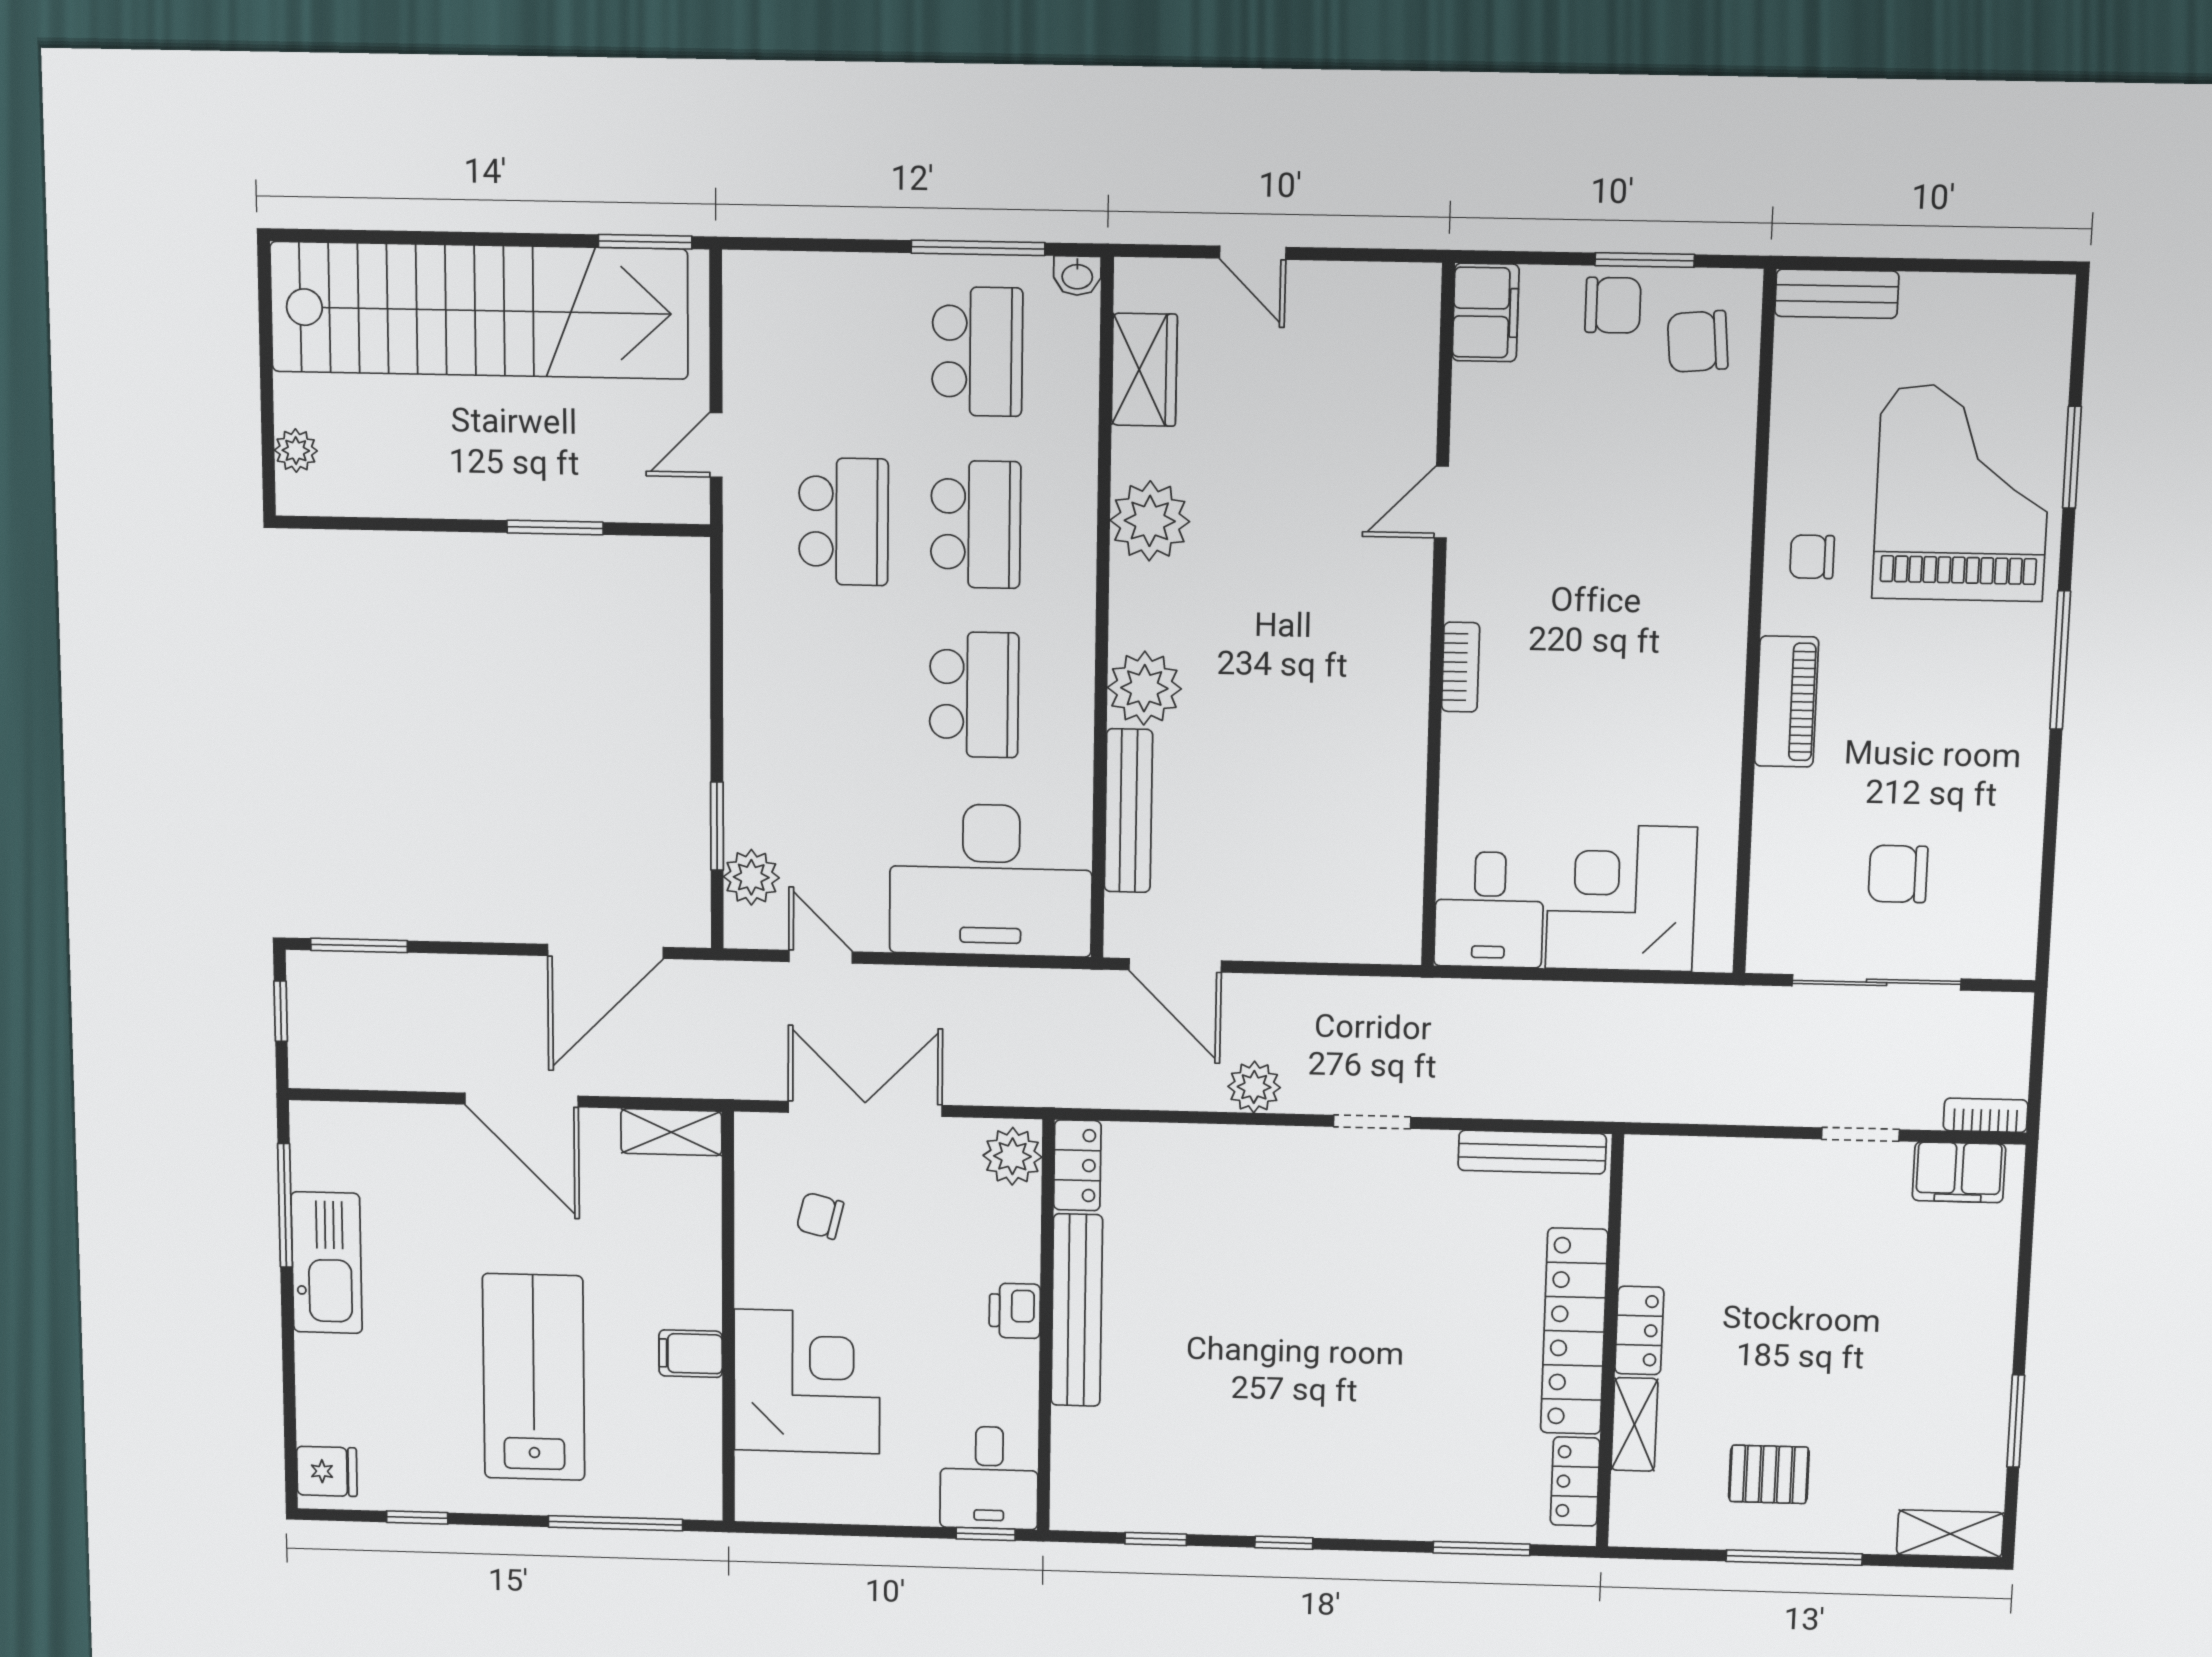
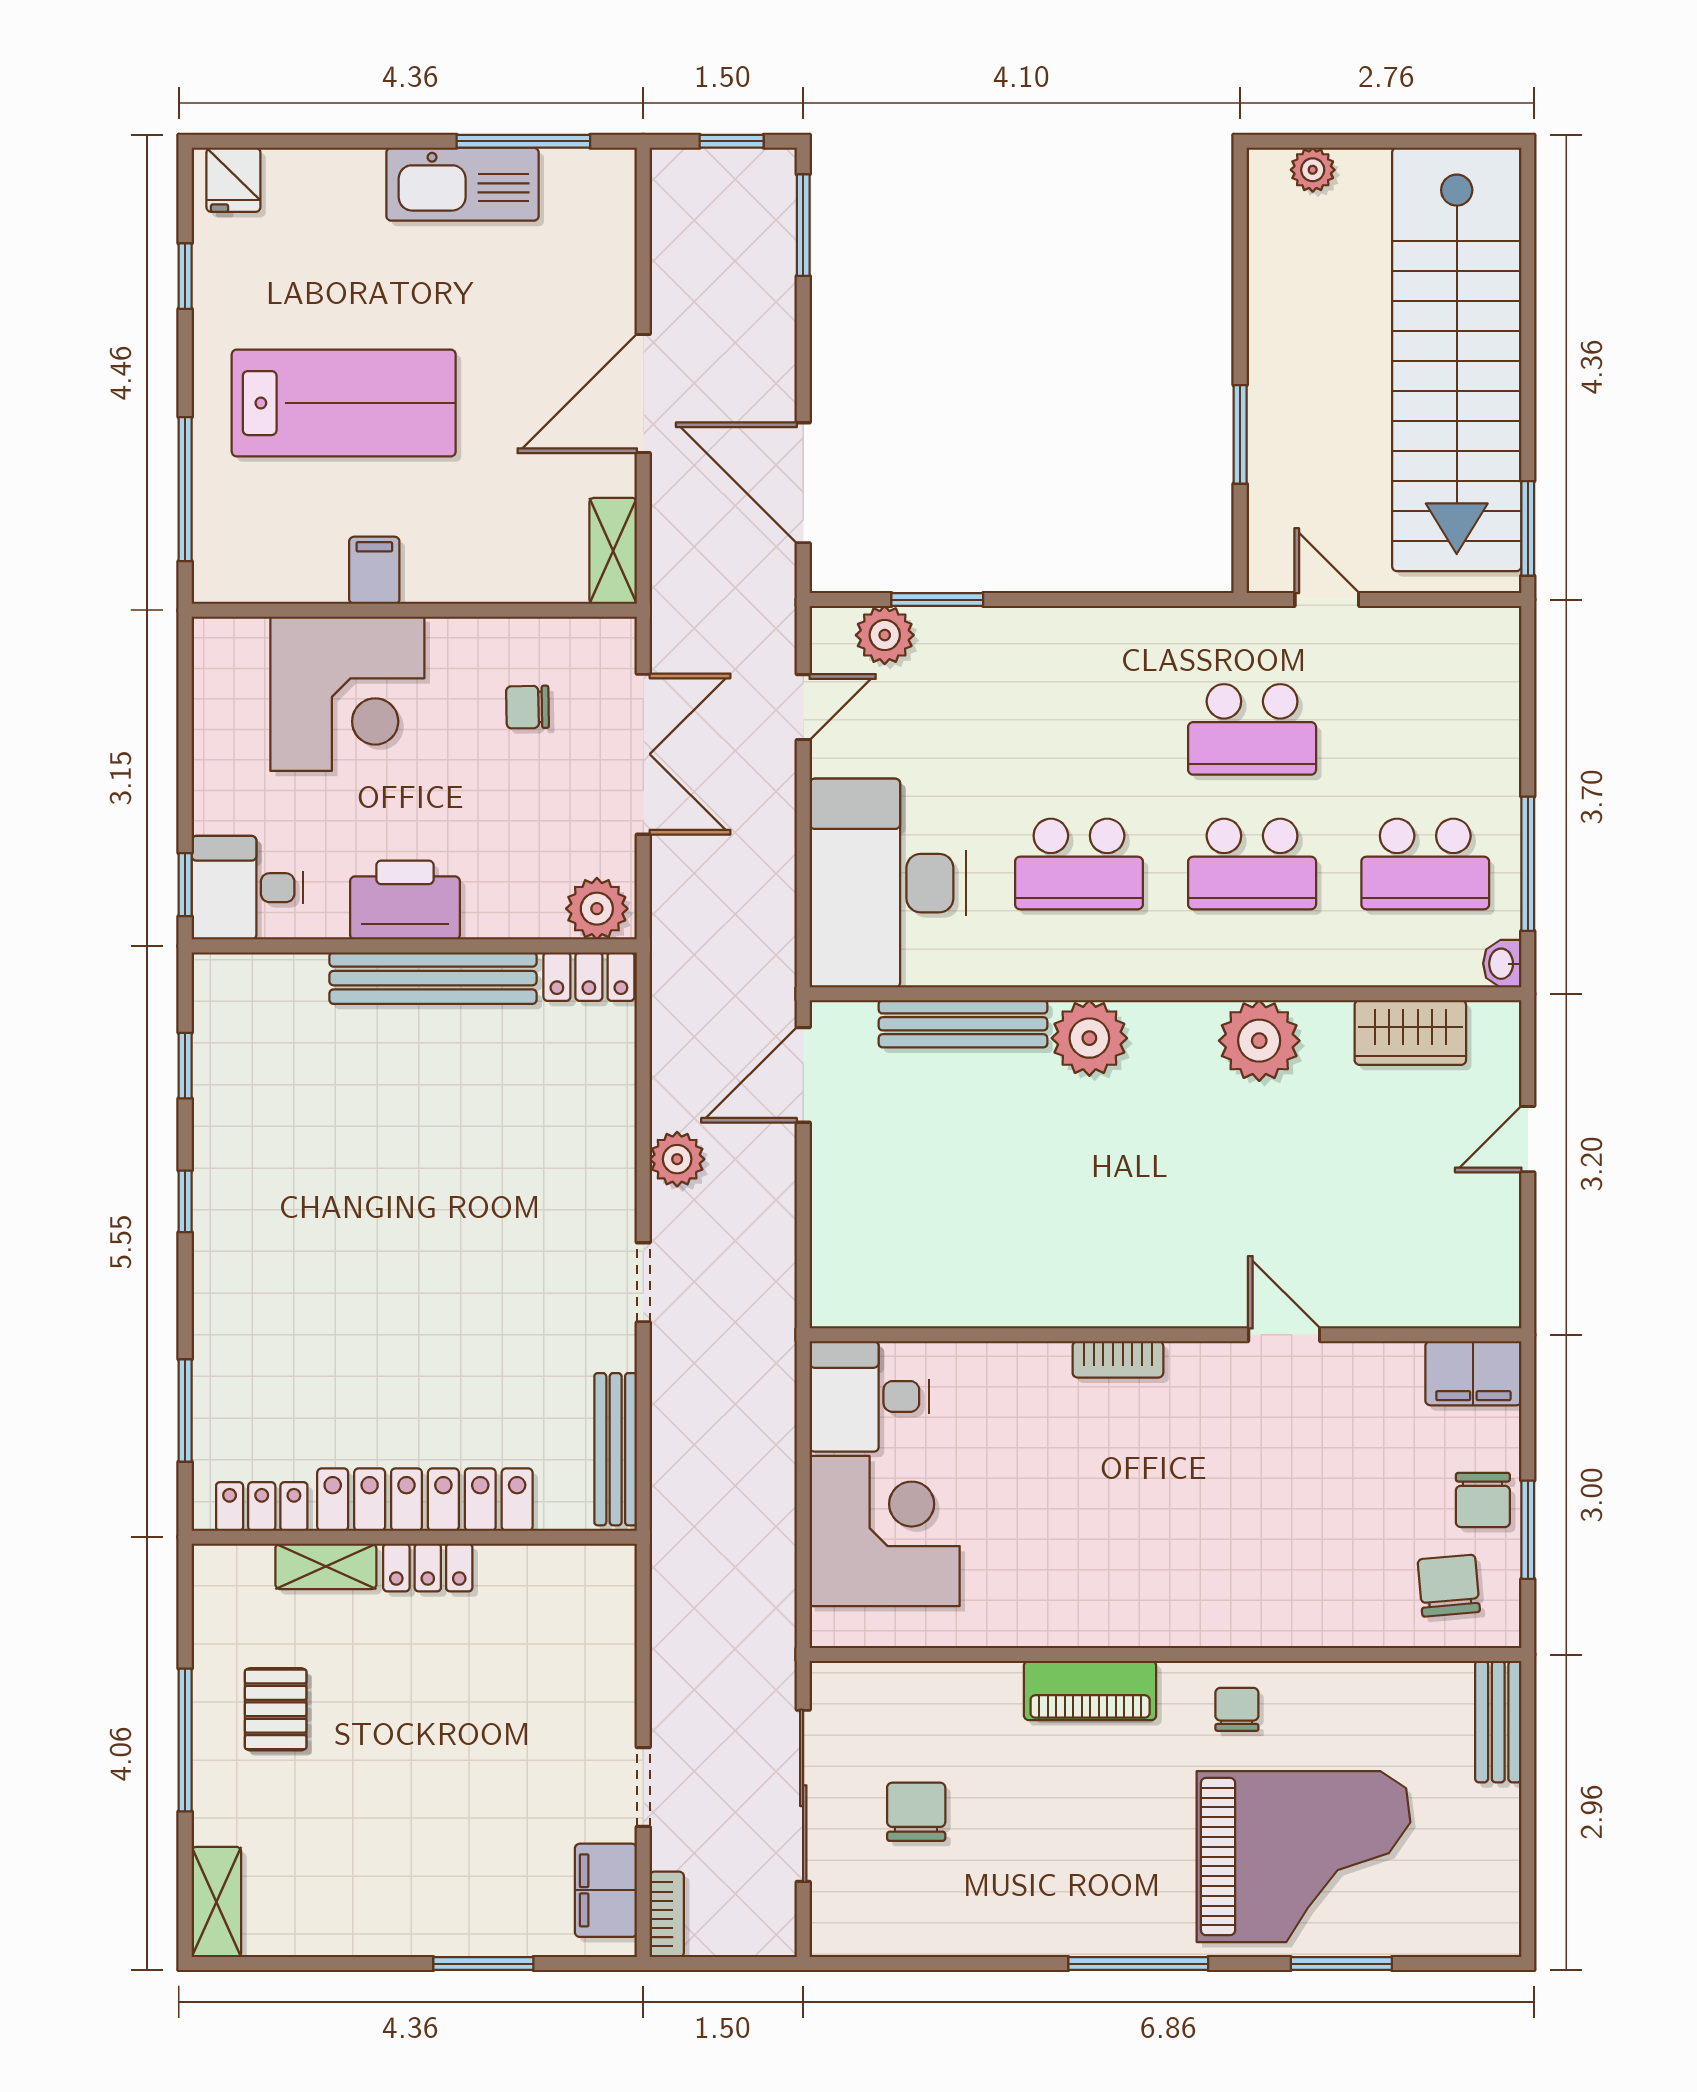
chair: (820, 1216) -> (528, 707), turned -105
printer: (1015, 1311) -> (405, 900), width x1.87, depth x1.48
window: (2016, 1421) -> (483, 1964), moved

